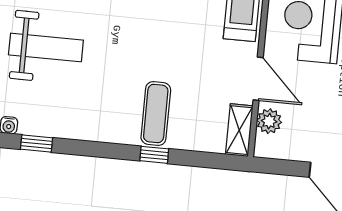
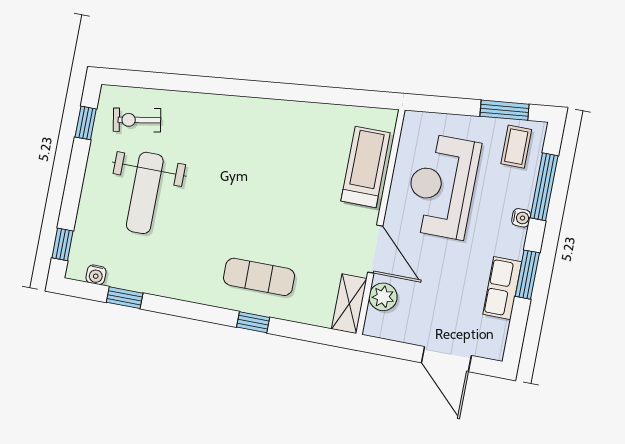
weight bench: (46, 47) -> (145, 193), turned 90
exercise mat: (156, 114) -> (259, 277), turned 90

